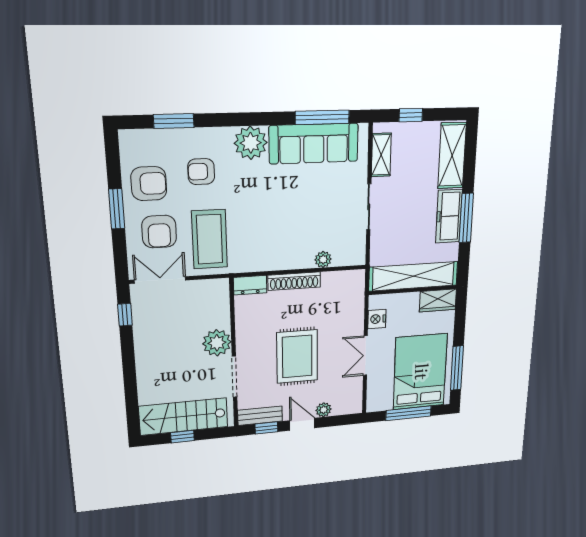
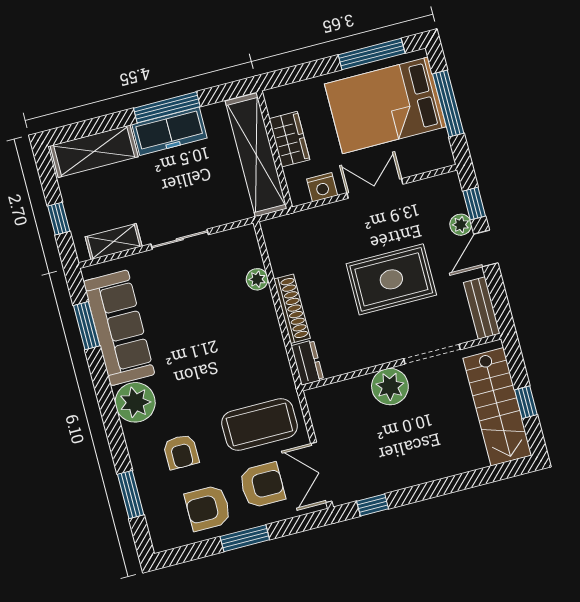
window: (322, 117) -> (87, 326), width x0.69
armchair: (149, 184) -> (208, 508), turned -90
wardrobe: (438, 300) -> (289, 139), moved
double door: (365, 356) -> (375, 189), swing flipped
window: (266, 428) -> (474, 204), moved

